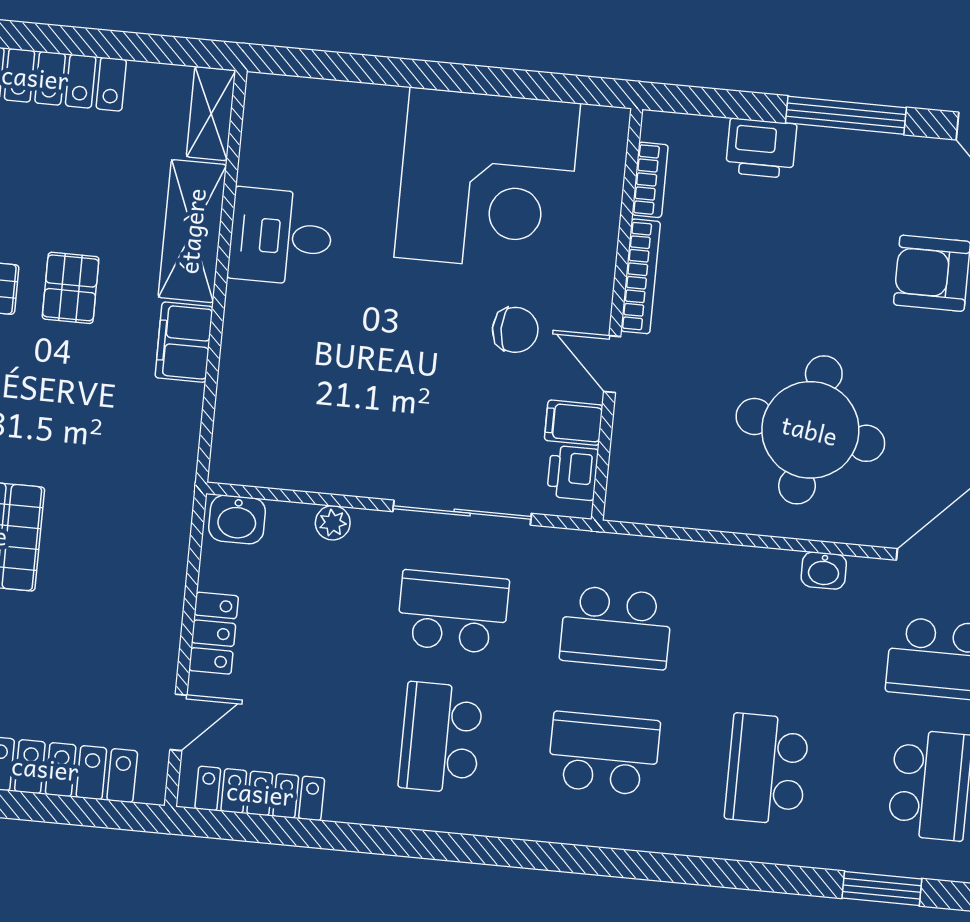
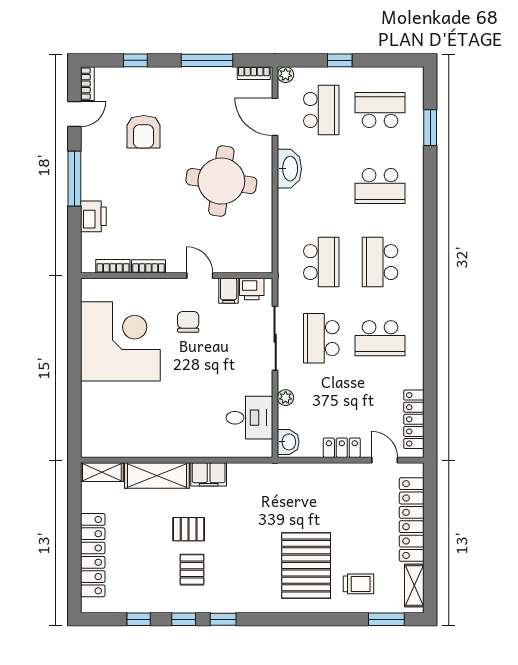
desk: (281, 237) -> (249, 418), moved, turned -90
bookcase: (641, 276) -> (148, 266), width x0.64
door: (612, 364) -> (200, 276), swing flipped
washbasin: (824, 571) -> (289, 169), width x1.91, depth x1.45

